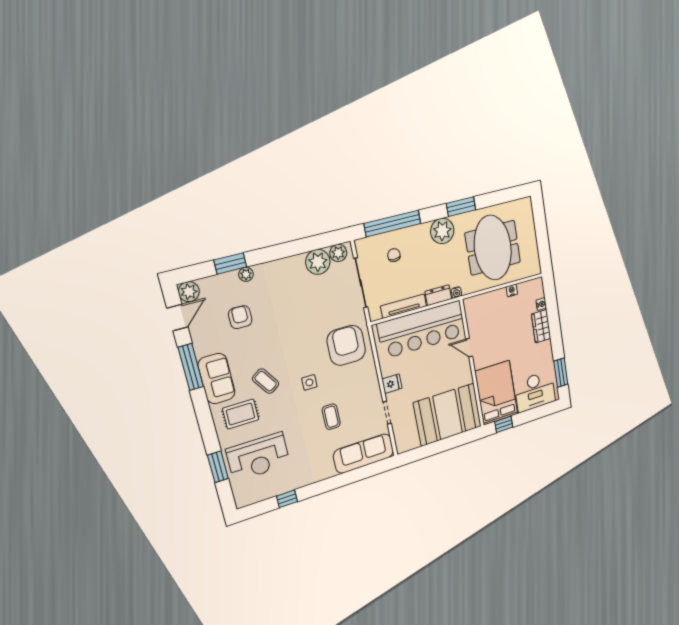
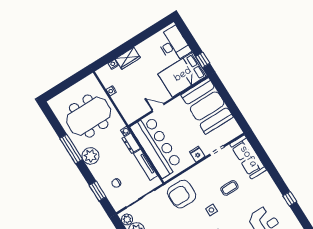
window: (461, 207) -> (71, 149), width x1.44
window: (393, 223) -> (98, 191), width x0.47
door: (469, 348) -> (158, 108), swing flipped
window: (561, 373) -> (155, 29), removed

